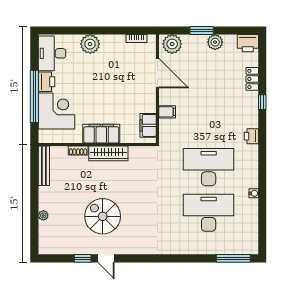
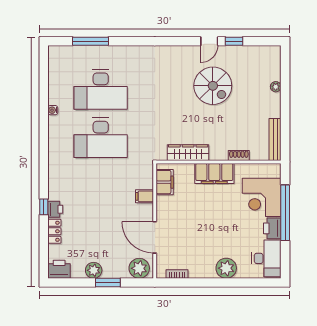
printer: (251, 136) -> (55, 209), moved
wardrobe: (108, 153) -> (188, 153), moved
door: (106, 258) -> (209, 41), swing flipped
window: (233, 258) -> (91, 41), moved

